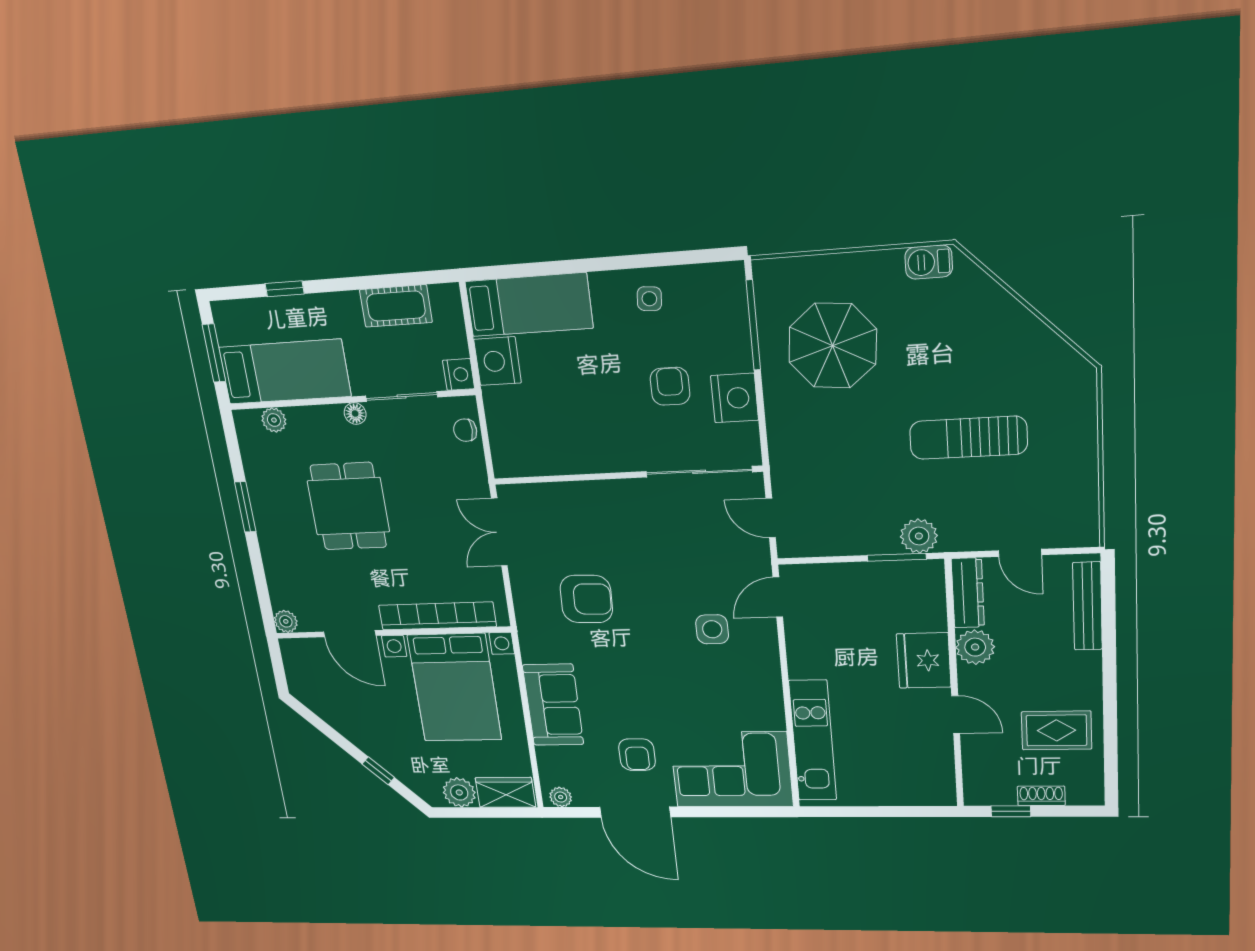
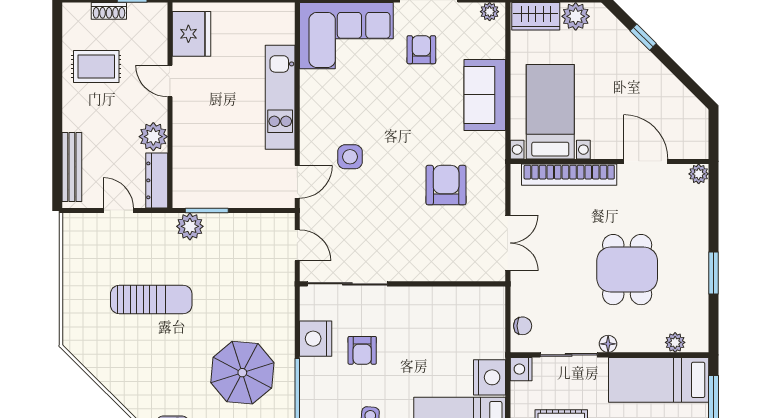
armchair: (586, 599) -> (446, 185), turned 88
fridge: (924, 660) -> (192, 34), moved
bed with nightstands: (455, 688) -> (550, 112), width x0.73
kitchen unit: (813, 741) -> (280, 97), moved

